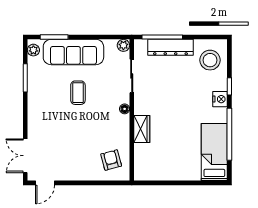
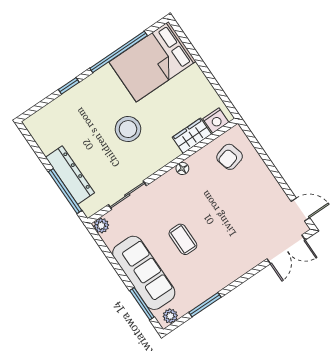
stool: (210, 60) -> (128, 129), moved
coffee table: (78, 93) -> (183, 239), turned 90
nightstand: (220, 99) -> (216, 121), moved, turned 180
floor lamp: (125, 109) -> (182, 168), moved
wardrobe: (142, 129) -> (192, 136), moved
bed: (214, 152) -> (152, 62), width x1.50

